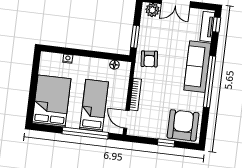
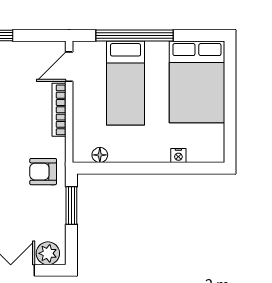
armchair: (149, 59) -> (43, 172), turned -85
door: (126, 119) -> (69, 67), swing flipped

